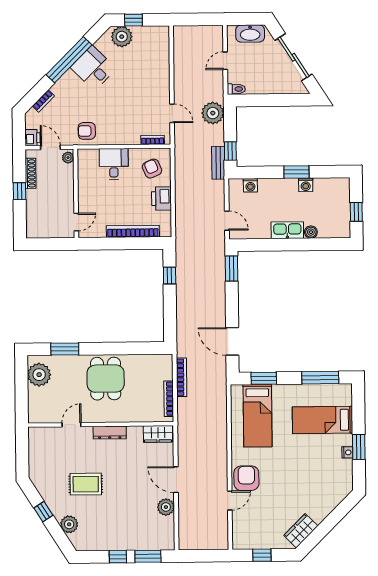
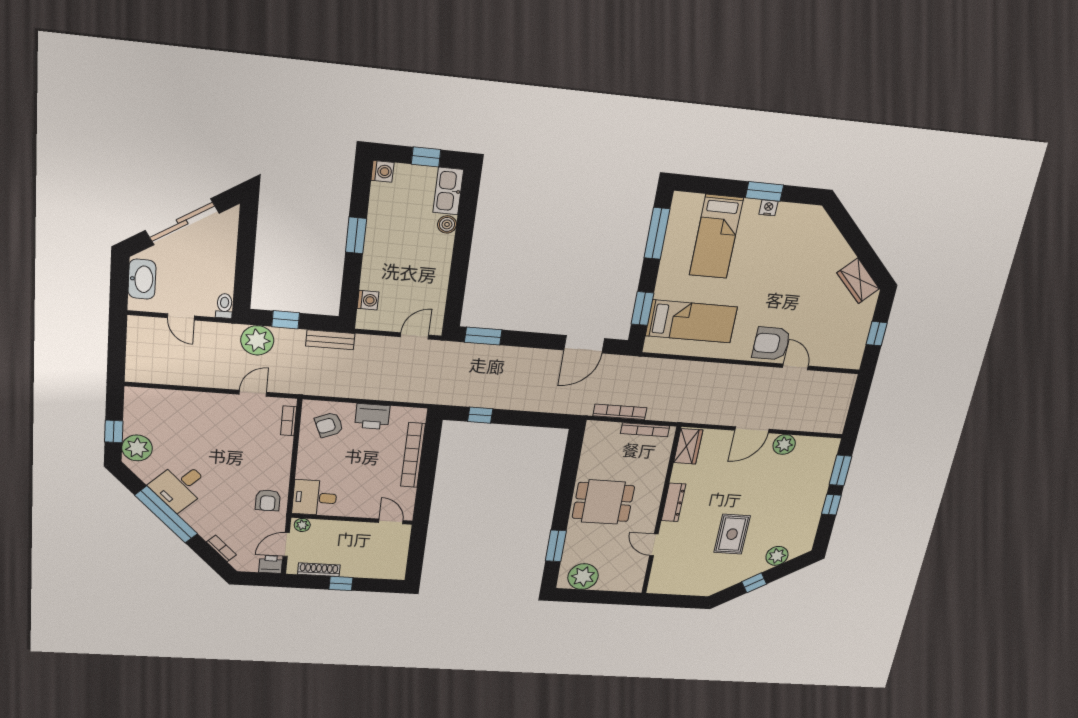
window: (230, 151) -> (286, 320), moved
desk: (114, 164) -> (315, 498), moved
washing machine: (306, 185) -> (382, 171), moved
kitchen sink: (287, 230) -> (448, 191), moved

